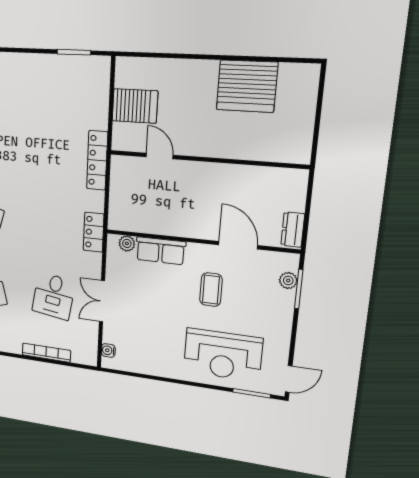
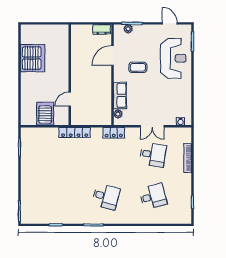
door: (289, 379) -> (170, 23), moved

